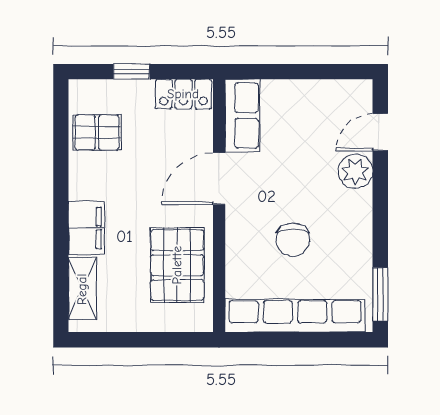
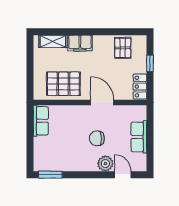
row of seats: (242, 115) -> (139, 137), moved, turned 90
chair: (293, 240) -> (97, 138), moved
row of seats: (295, 316) -> (41, 121), width x0.50

